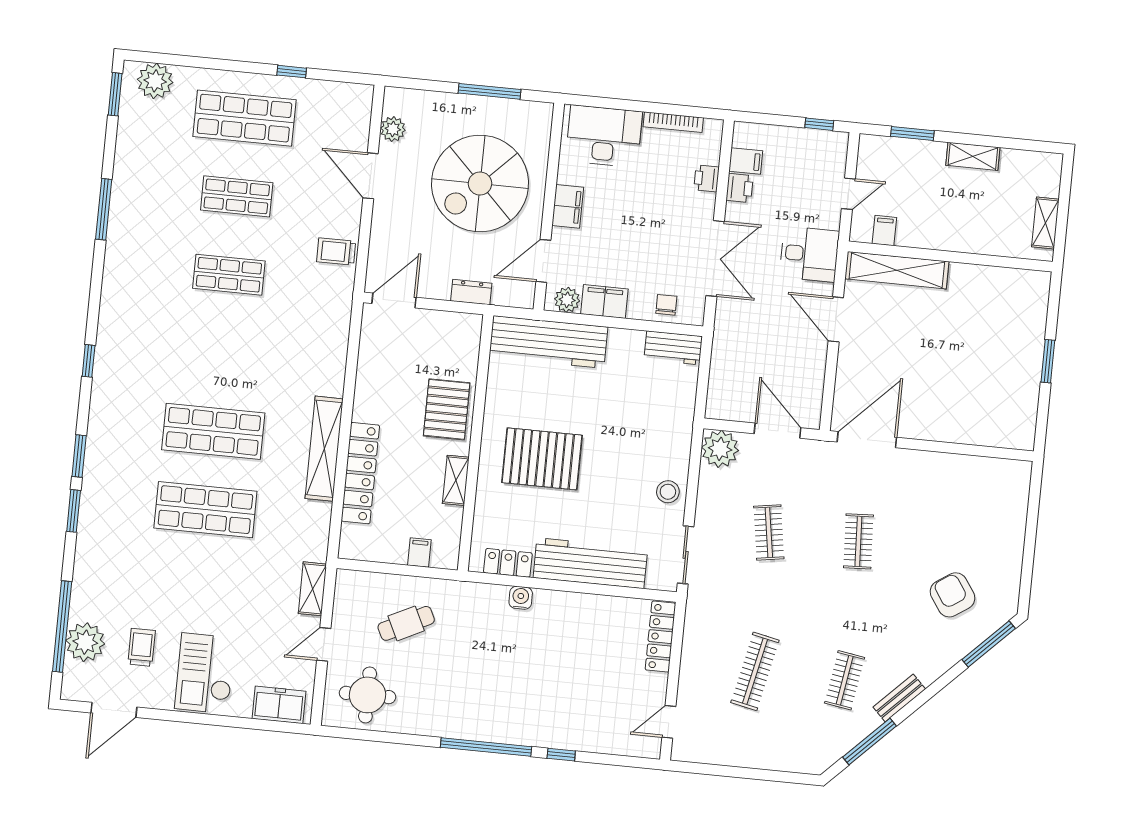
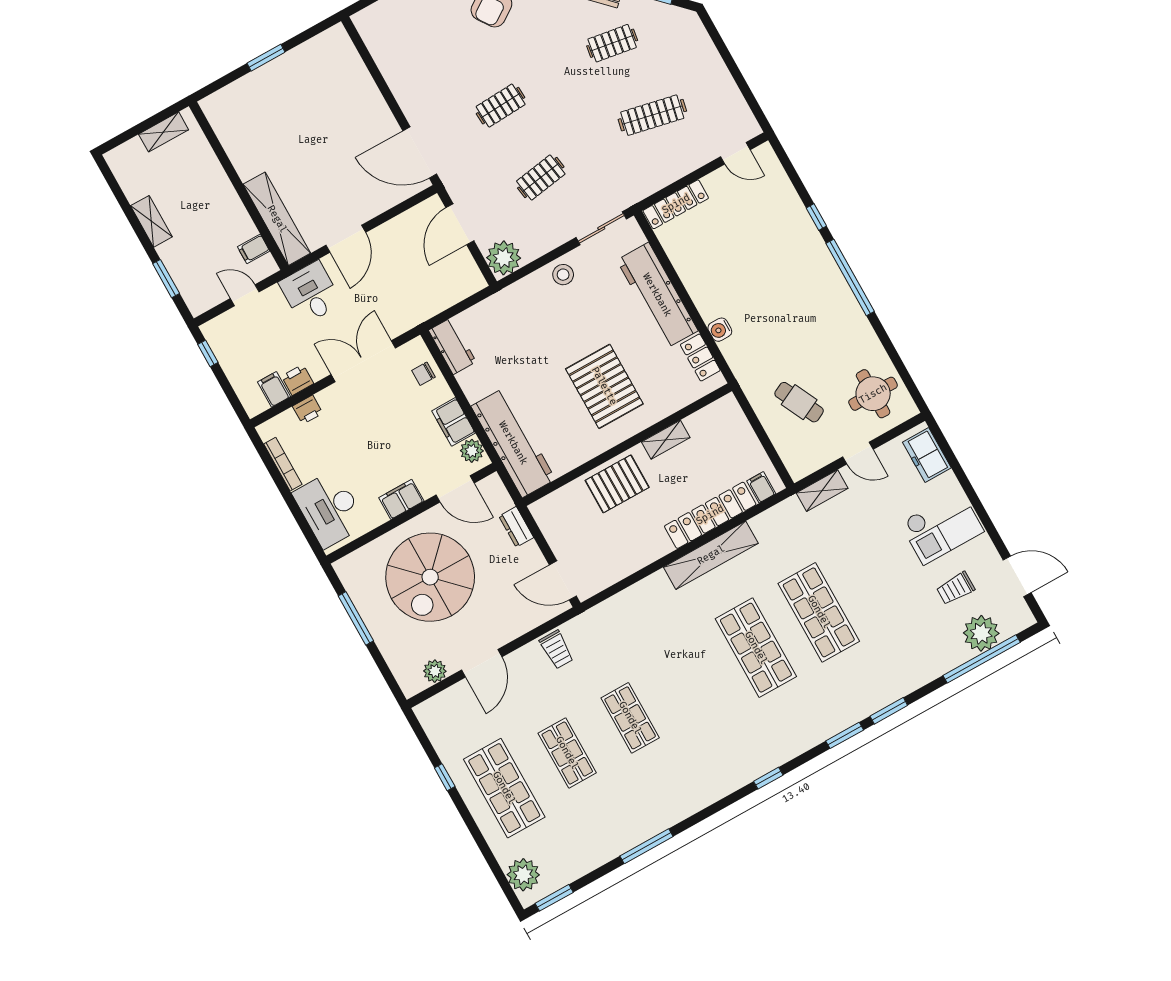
spiral stairs: (480, 184) -> (430, 577), turned 90
filing cabinet: (419, 552) -> (761, 487), moved, turned 90

